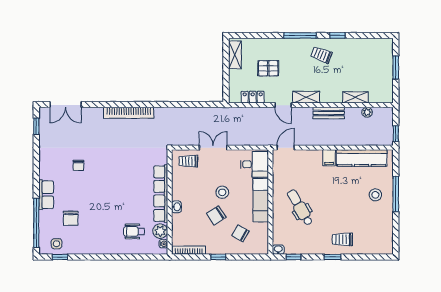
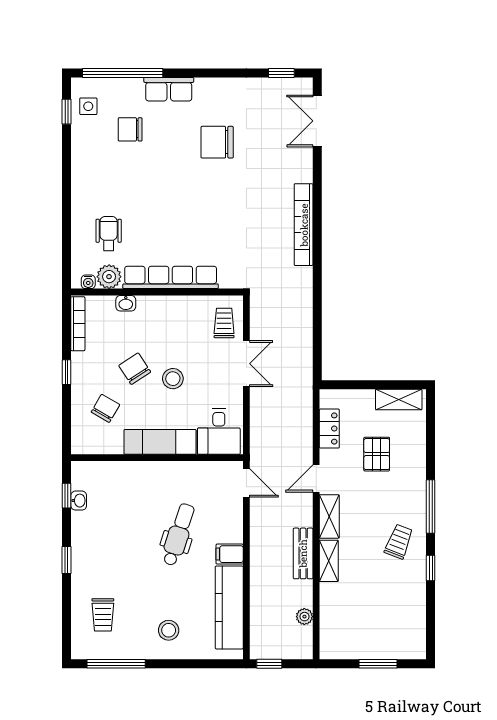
shelving: (355, 97) -> (329, 561), moved
chair: (78, 165) -> (217, 142), width x1.87, depth x1.87
window: (396, 194) -> (116, 664), moved
washbasin: (176, 207) -> (126, 303), moved
dental chair: (300, 208) -> (178, 535), moved, turned -42
trolley: (342, 239) -> (103, 615), moved, turned 180
washbasin: (278, 250) -> (79, 501), moved

